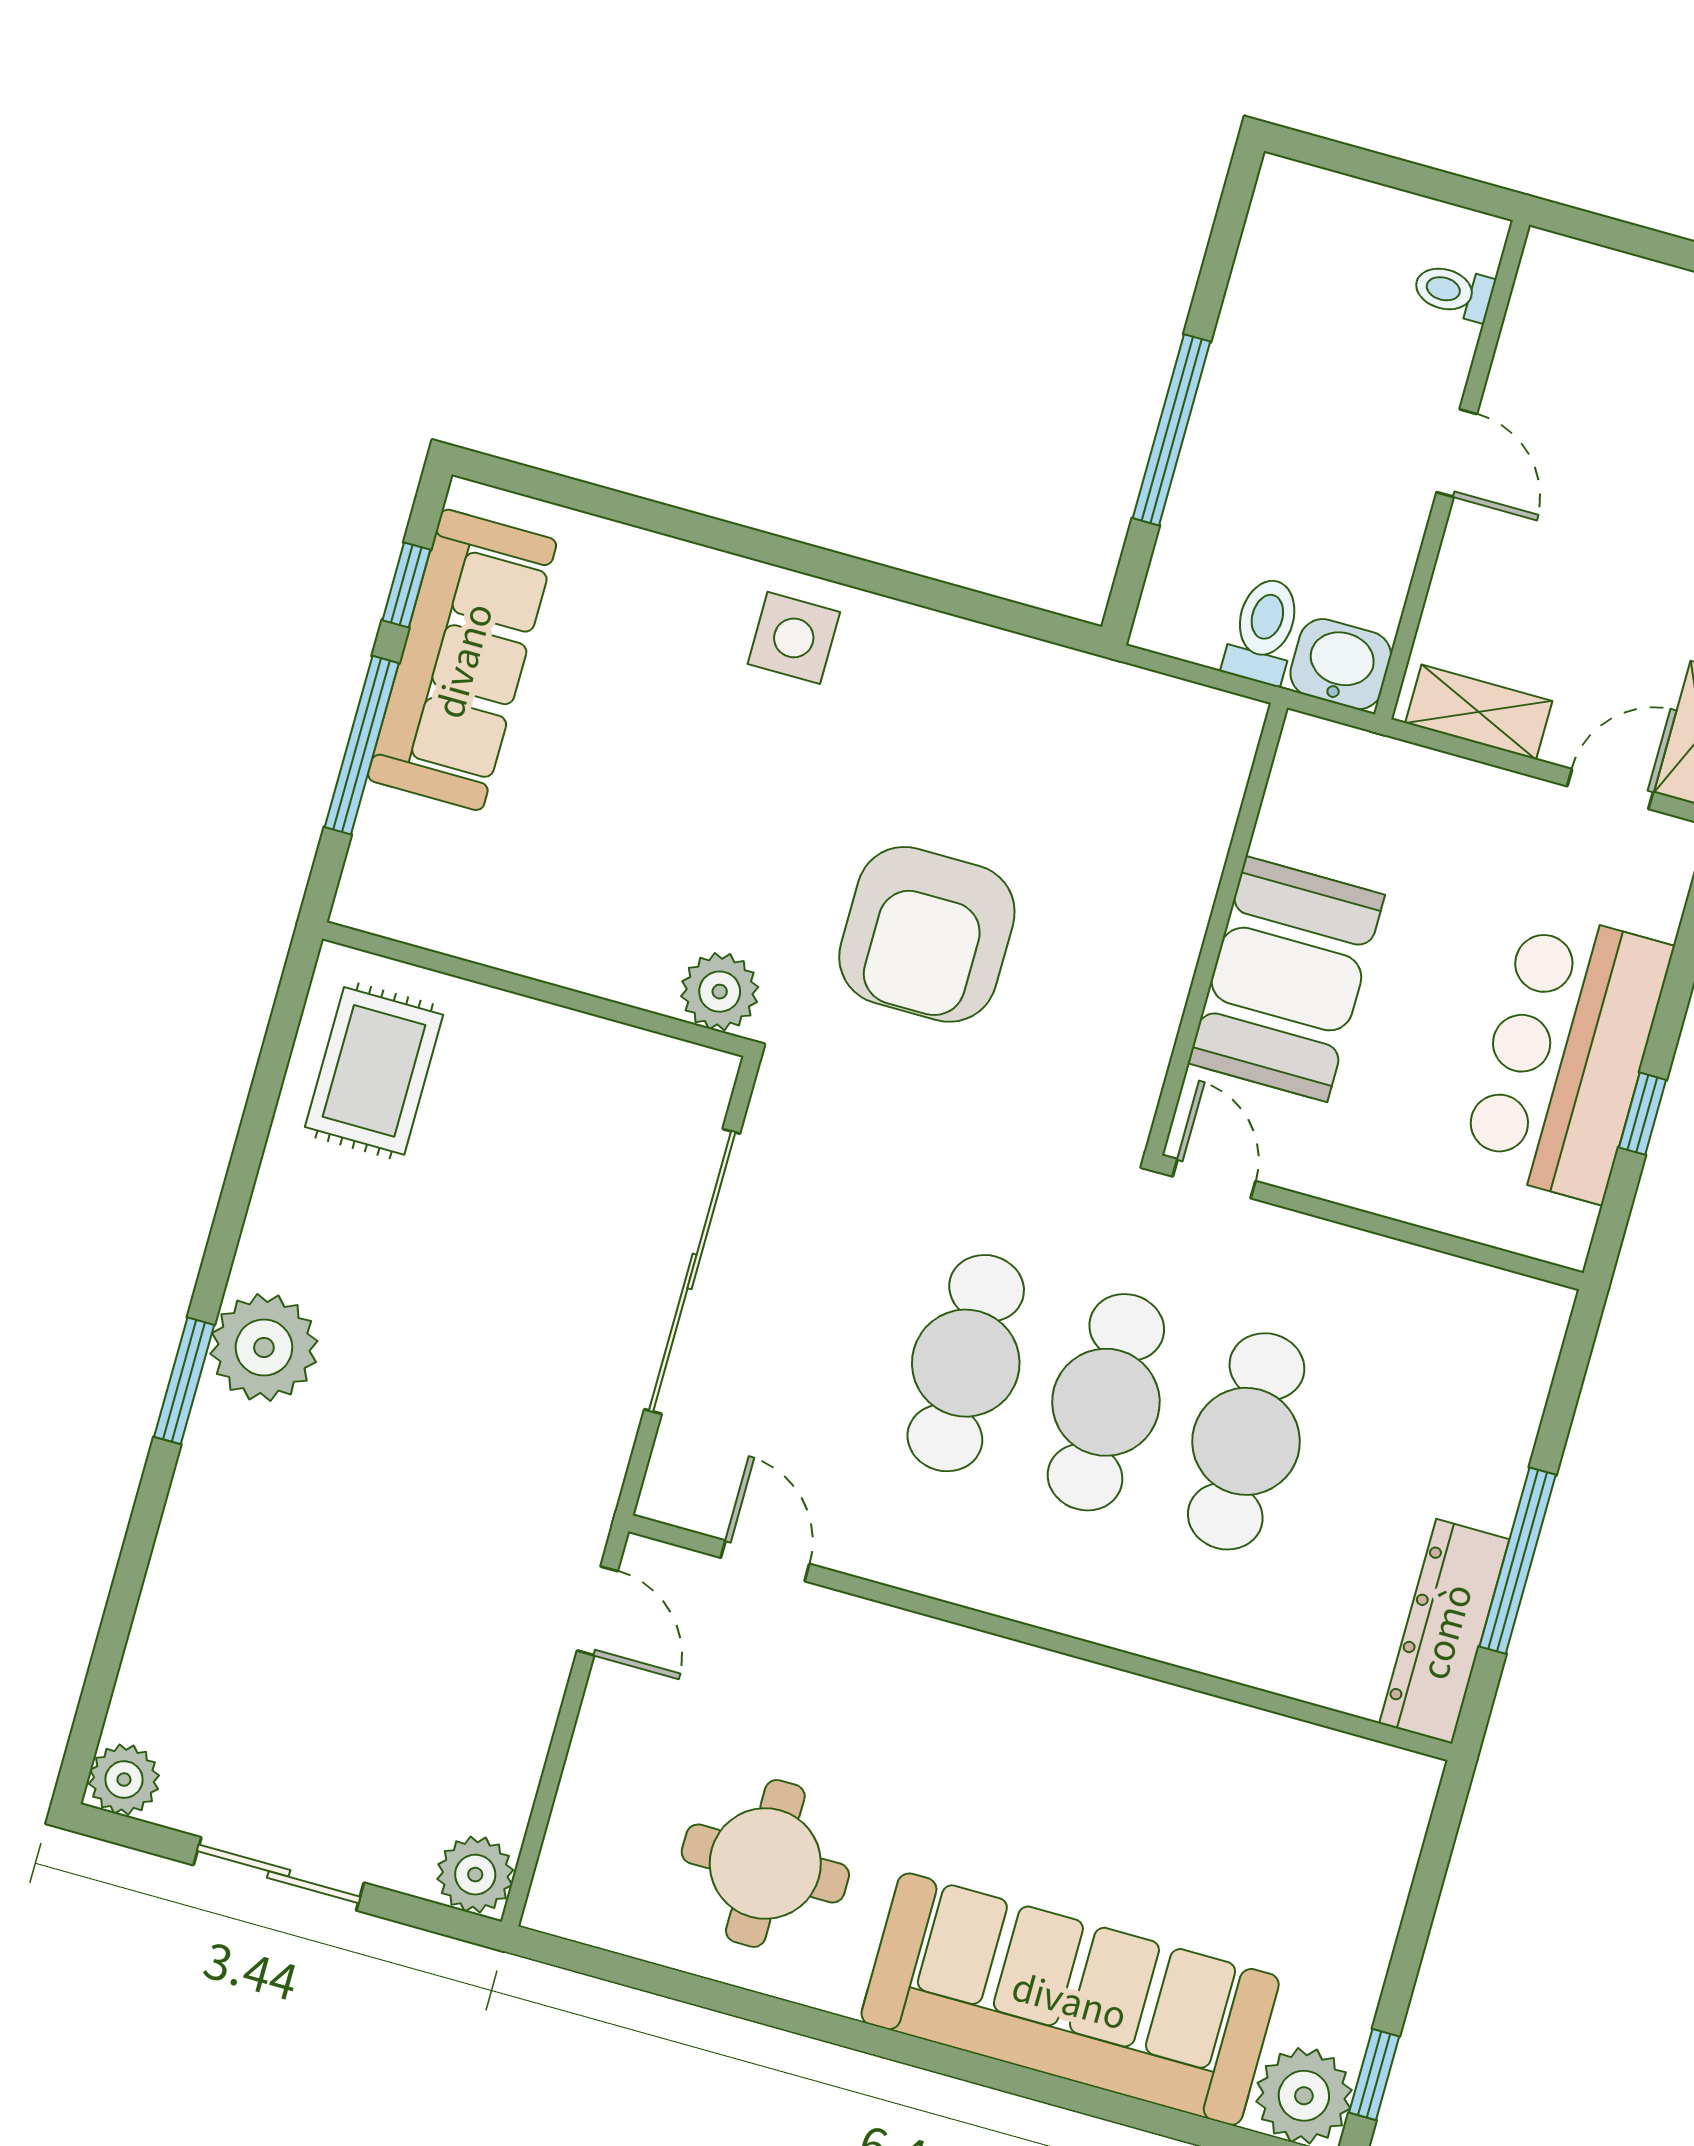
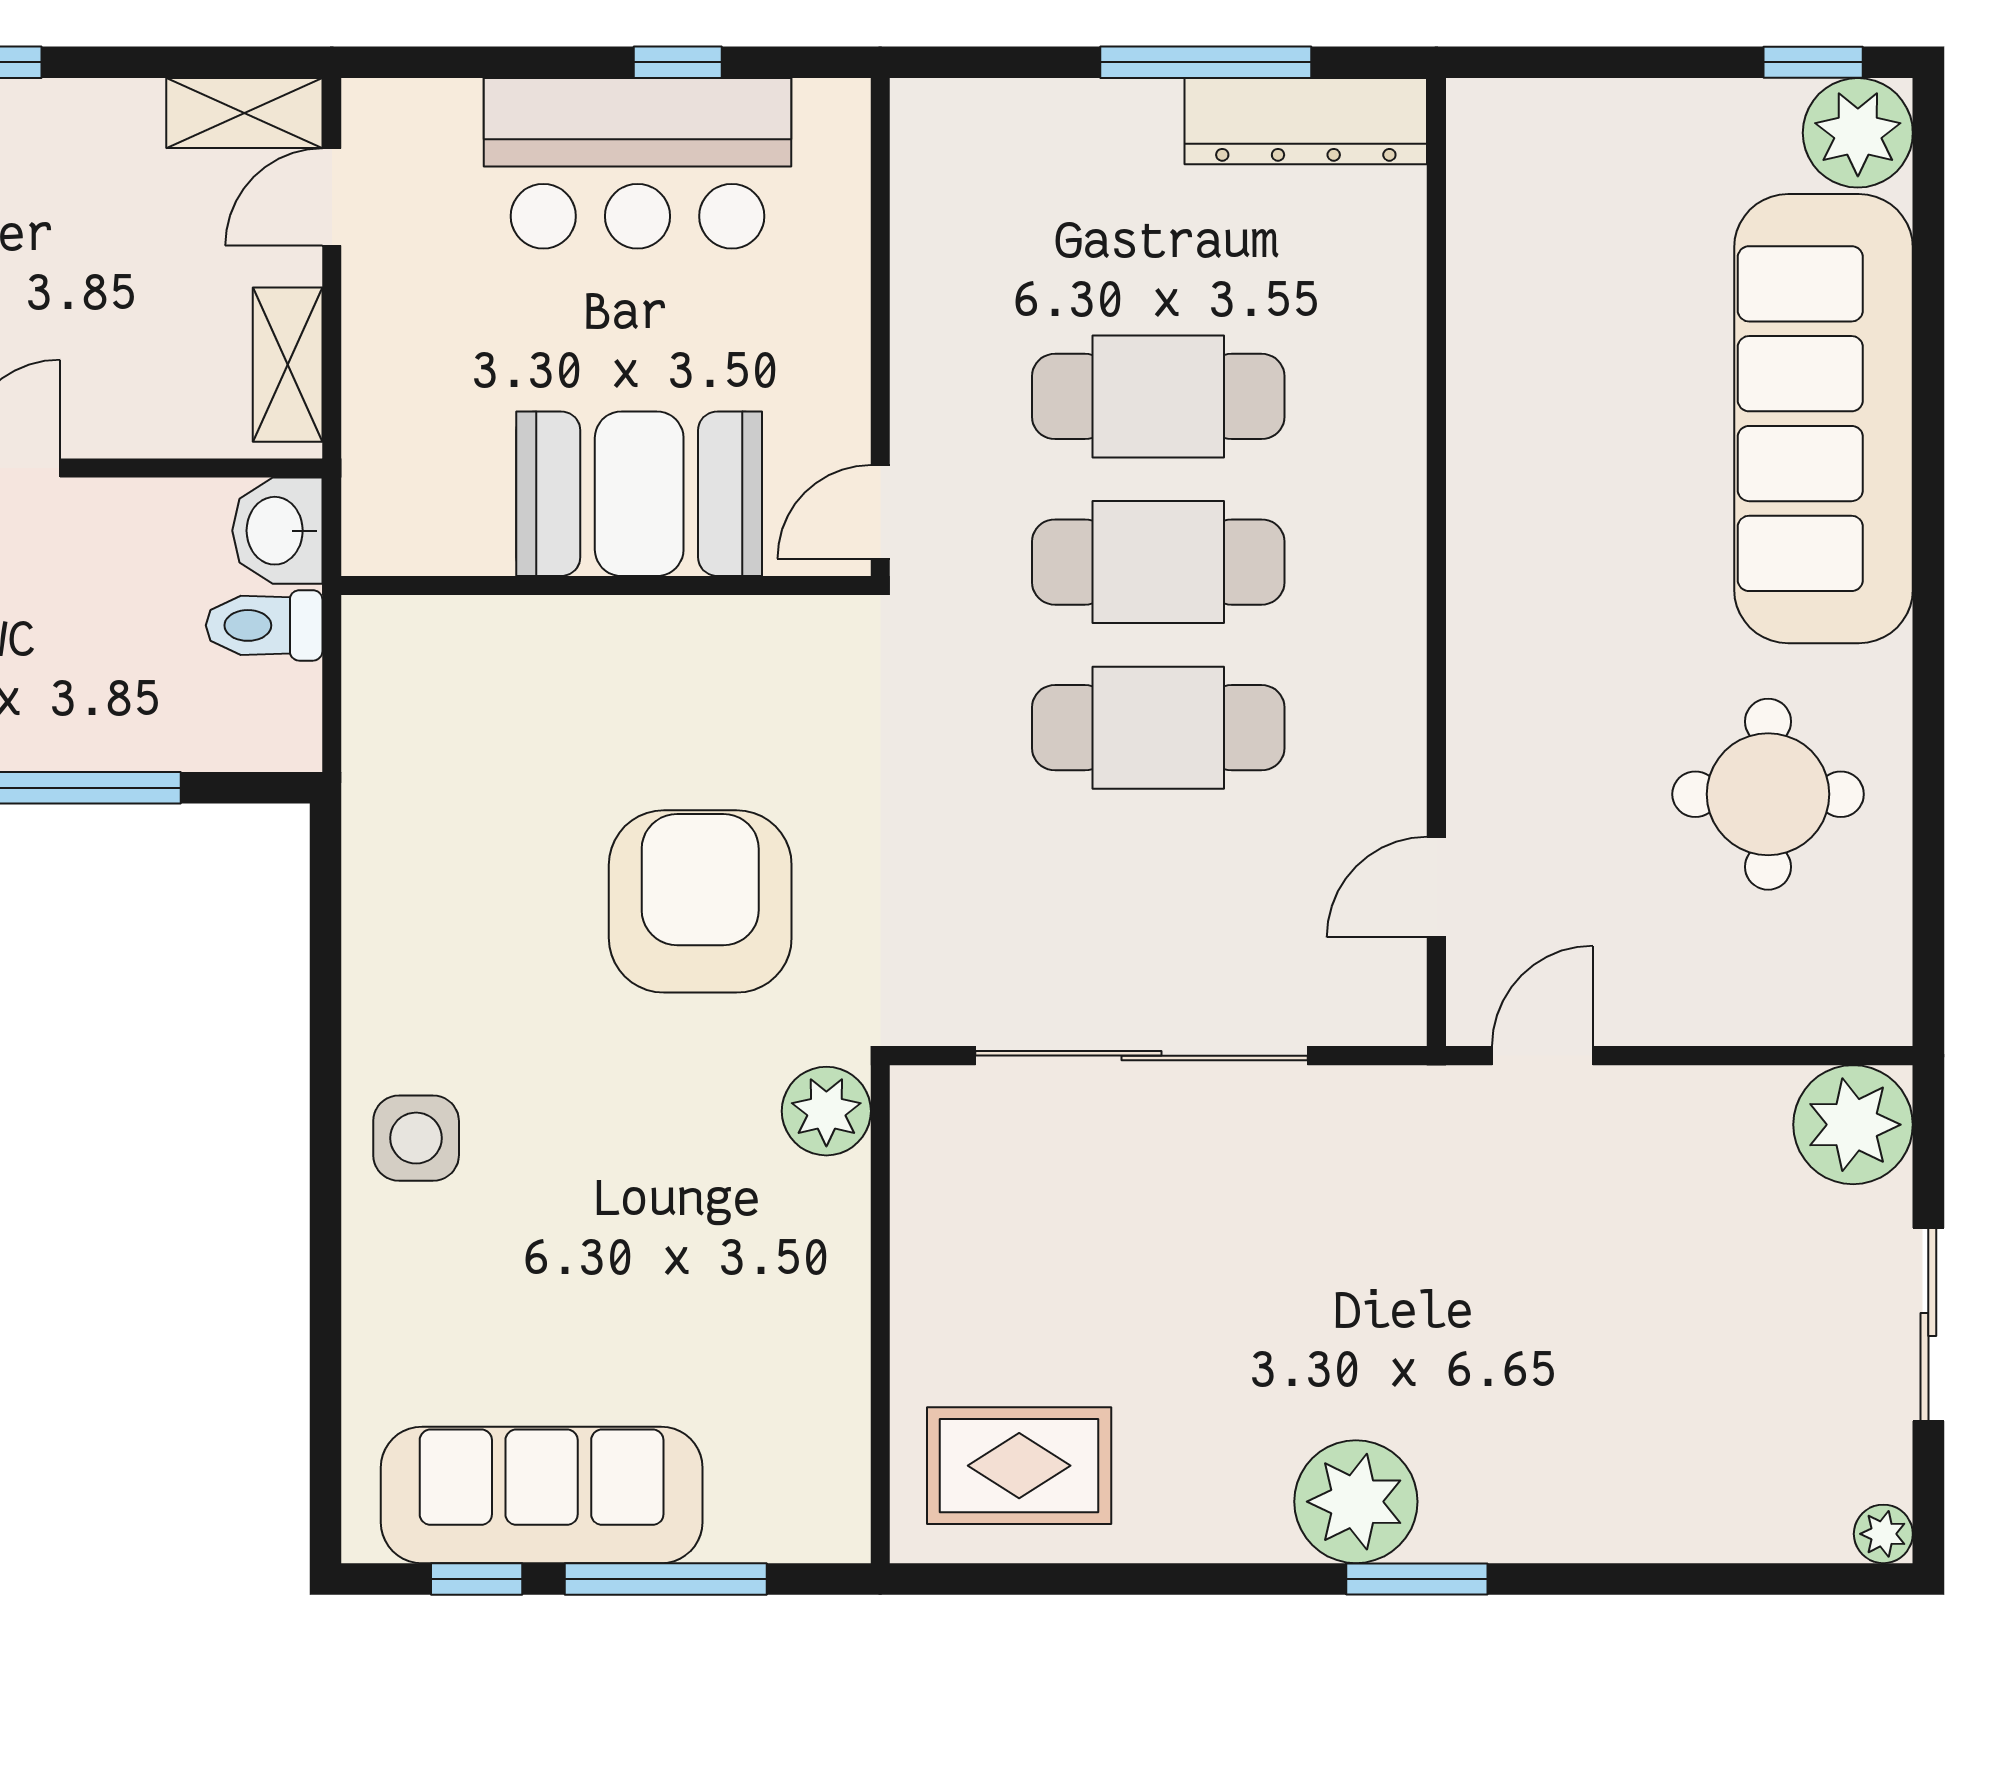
door: (1610, 789) -> (332, 197), hinge flipped
armchair: (927, 934) -> (700, 901), turned -90
plant: (124, 1780) -> (1883, 1534), width x0.73, depth x0.73
plant: (475, 1875) -> (1853, 1125), width x1.36, depth x1.36

